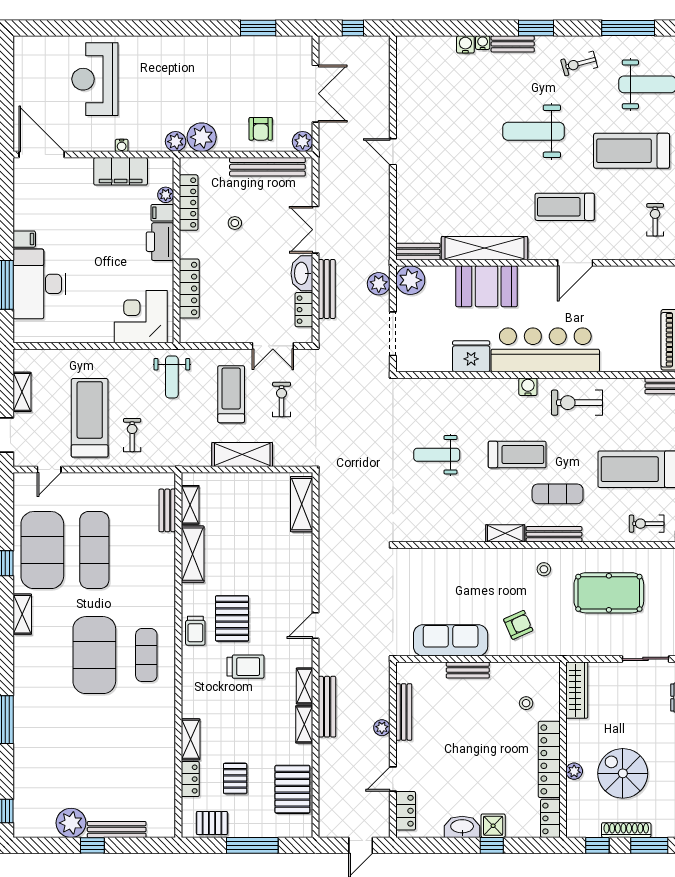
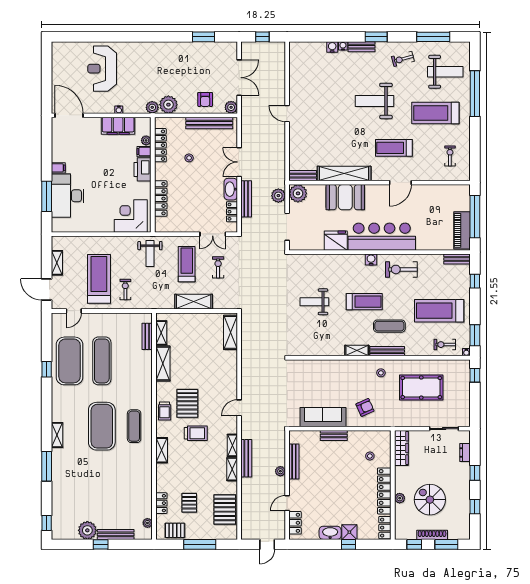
shelving: (22, 614) -> (57, 435), moved
shelving: (191, 739) -> (162, 450), moved
plant: (168, 811) -> (147, 523), added

